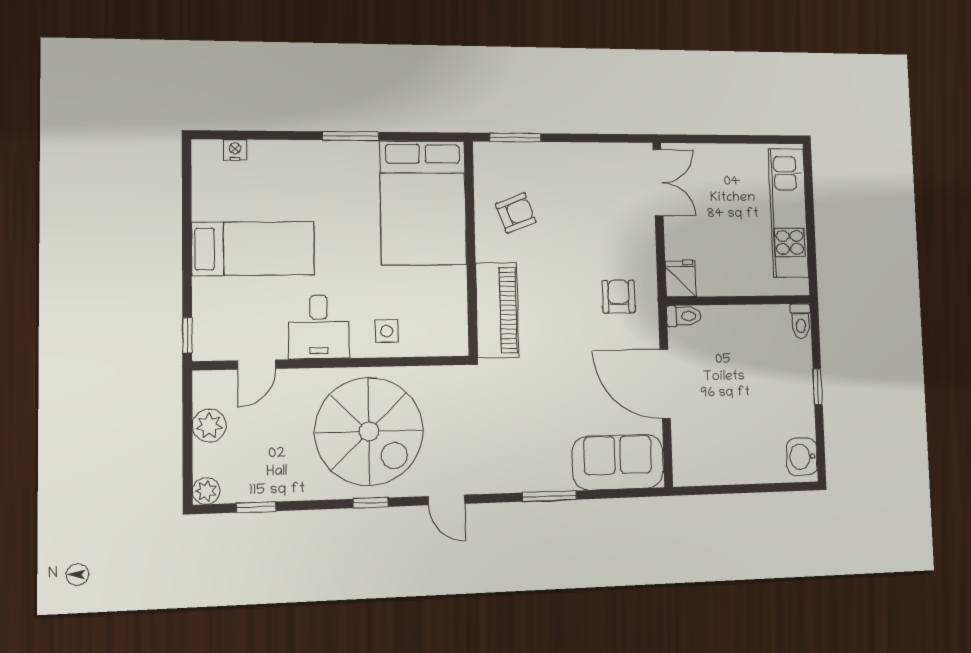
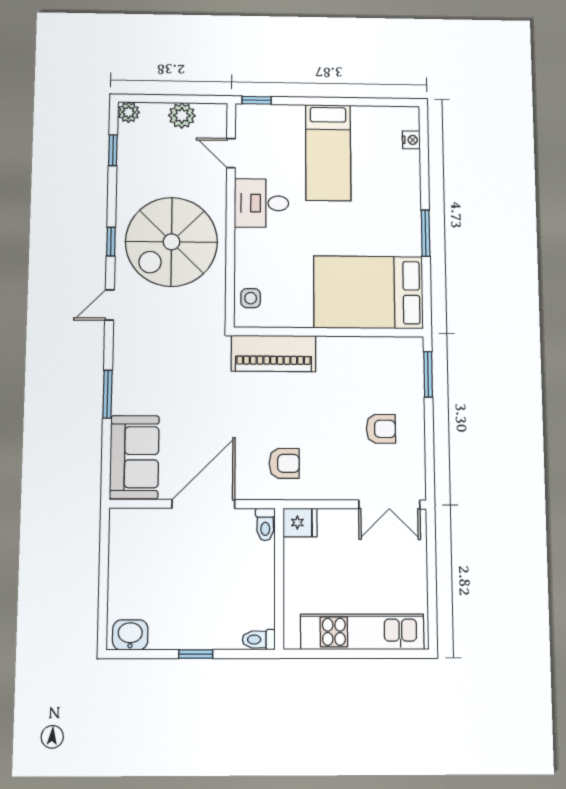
armchair: (516, 213) -> (381, 429), moved, turned -69
side table: (387, 331) -> (251, 298), moved

